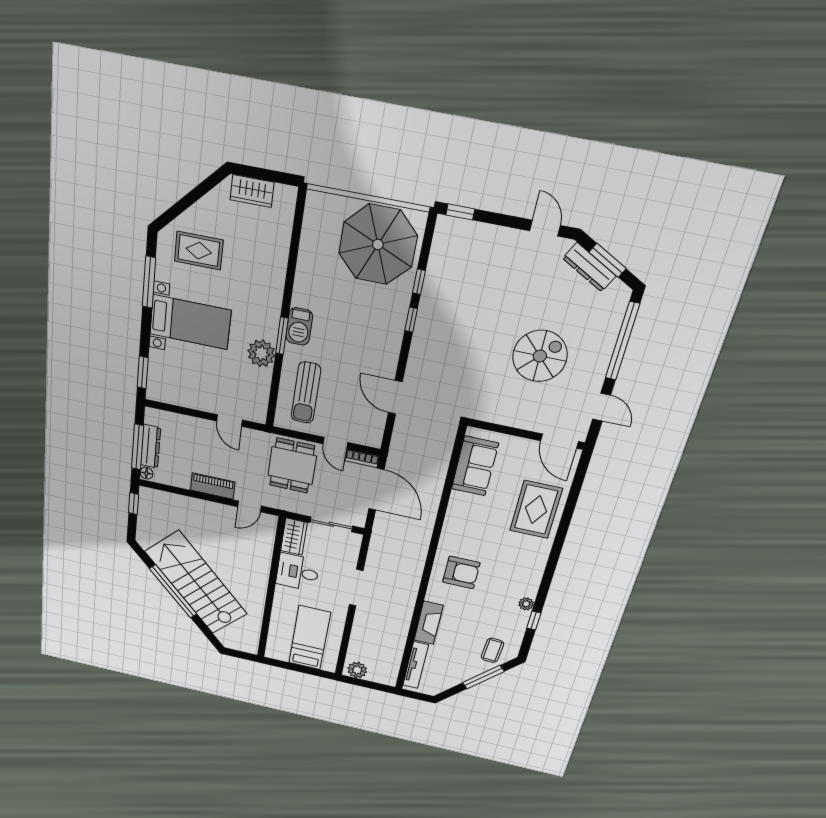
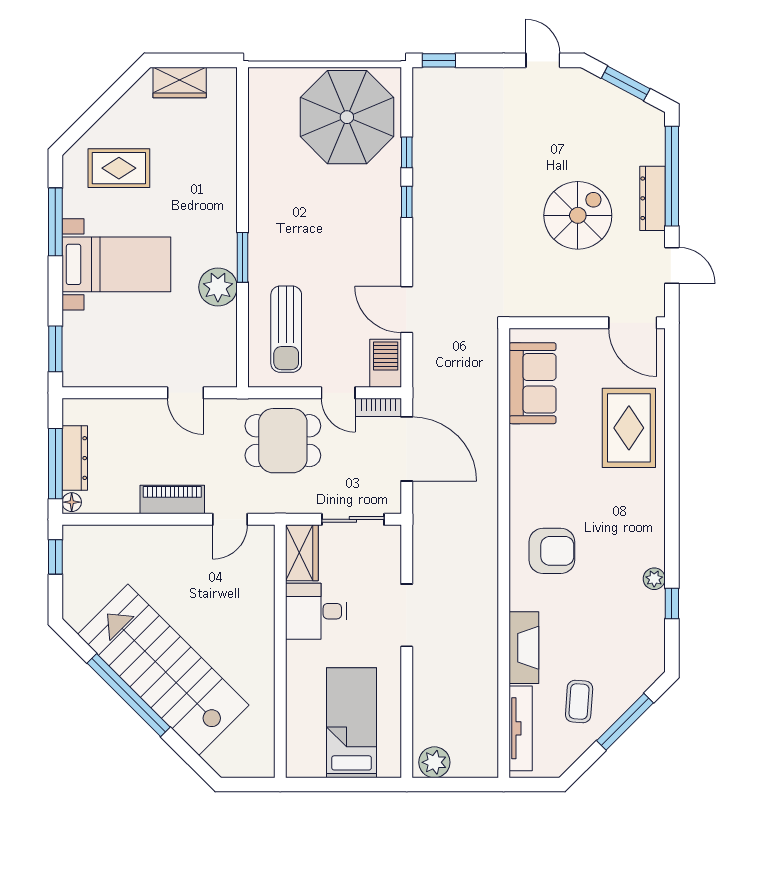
dresser: (589, 267) -> (653, 198), moved, turned 62
barbecue: (299, 326) -> (386, 363), moved, turned 180
dining table: (292, 466) -> (283, 441), turned 90
coffee table: (492, 650) -> (579, 701), moved

